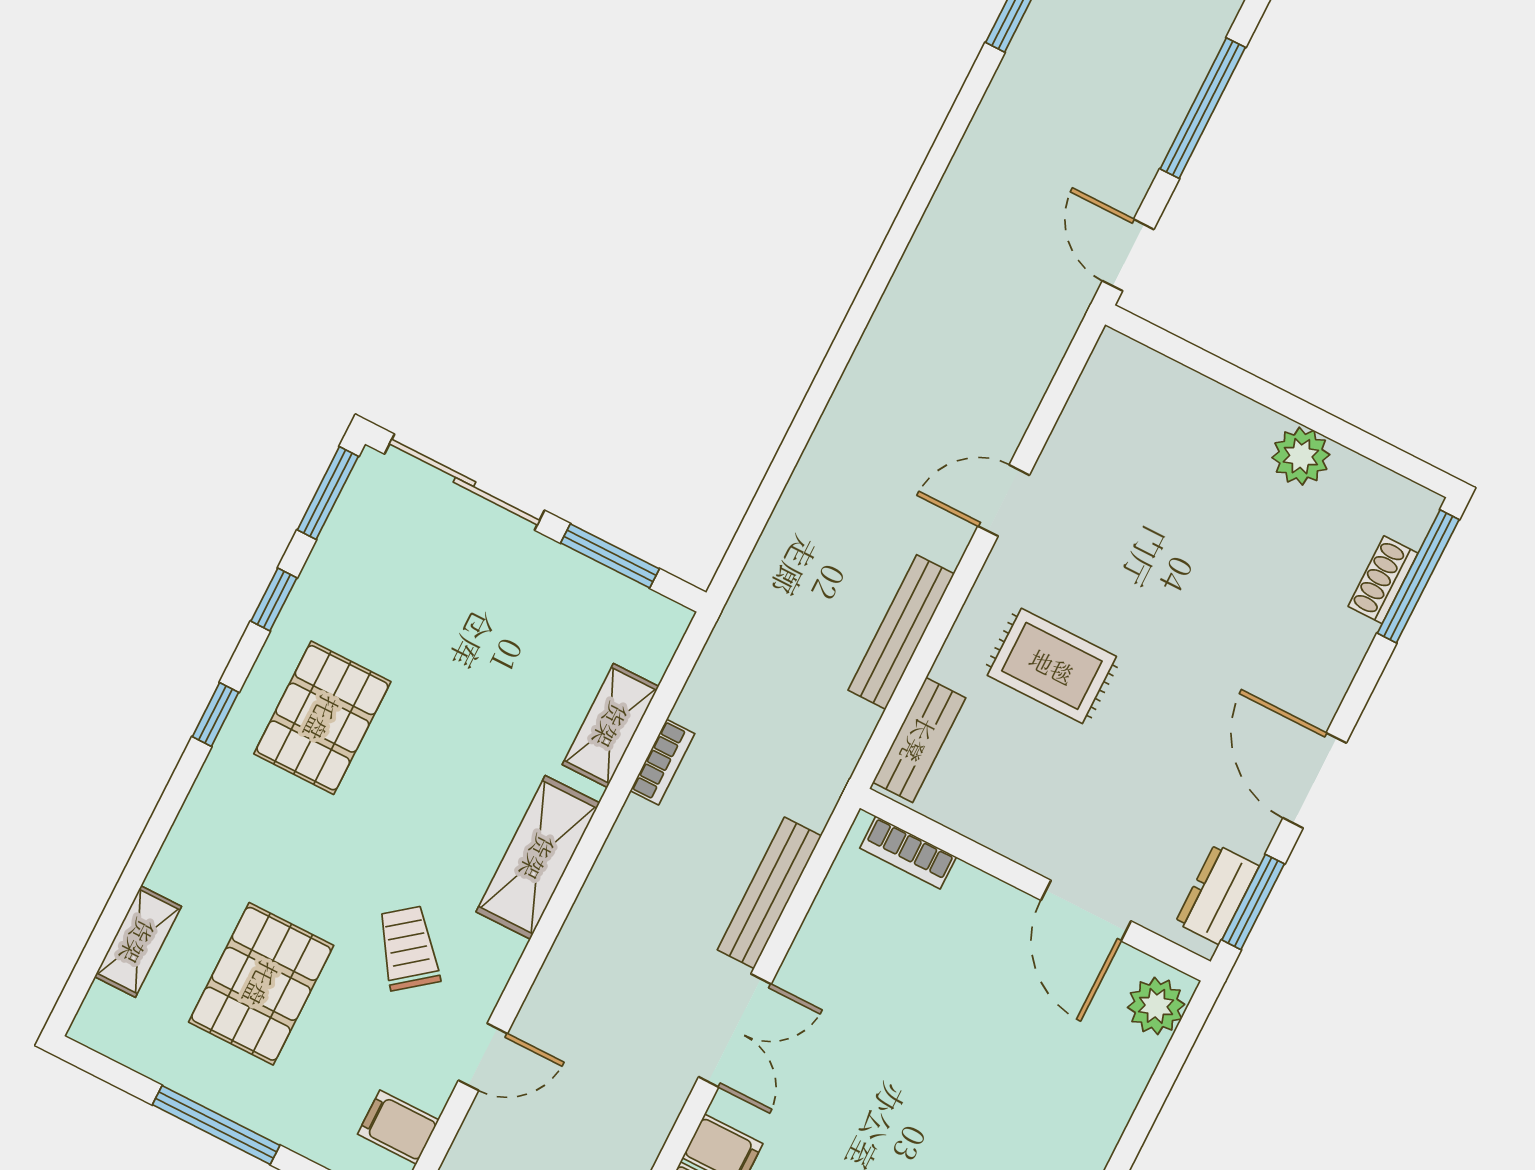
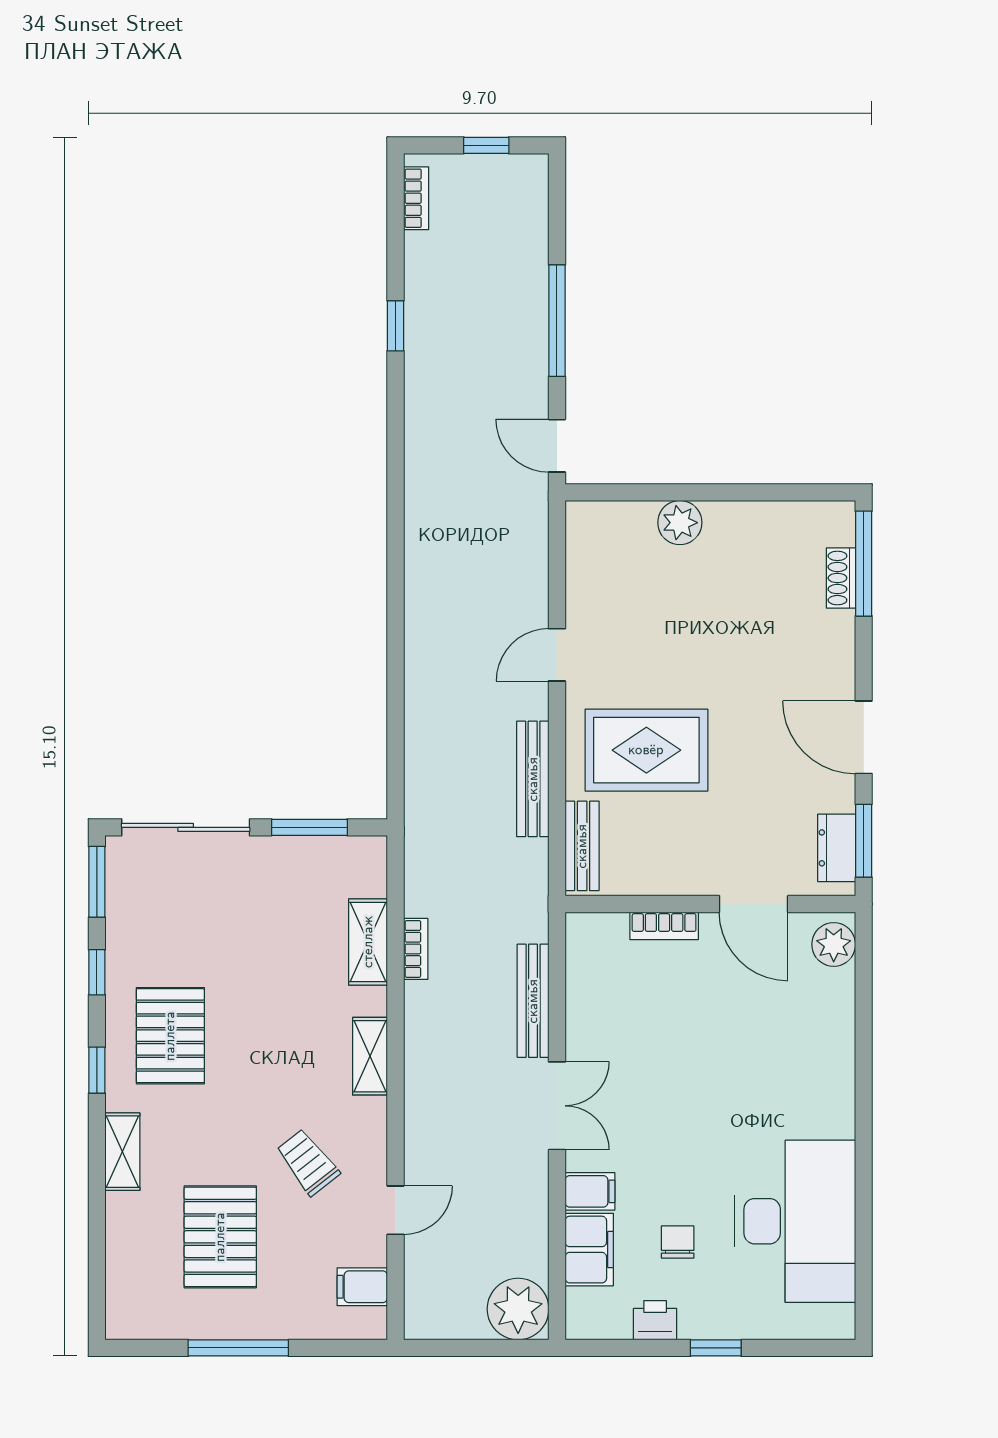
plant: (1301, 456) -> (680, 523), moved
rug: (1052, 666) -> (646, 750), width x1.36, depth x1.43
bookcase: (908, 853) -> (664, 926), moved
shelving: (538, 857) -> (370, 1056), width x0.67, depth x0.75
shelving: (138, 941) -> (122, 1152), moved

